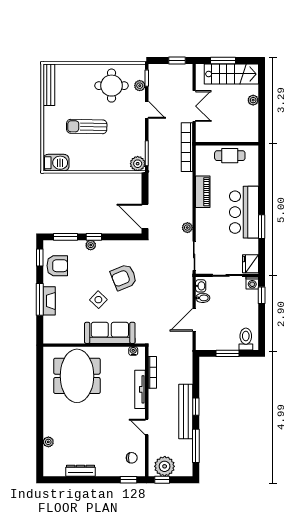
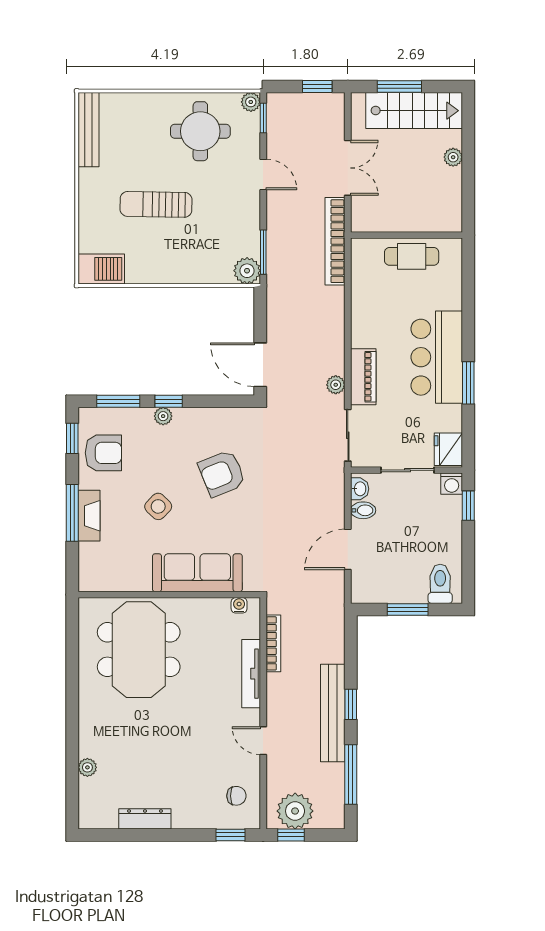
plant: (140, 86) -> (251, 102), moved
piano: (203, 192) -> (363, 377), moved
side table: (98, 300) -> (158, 506), moved

